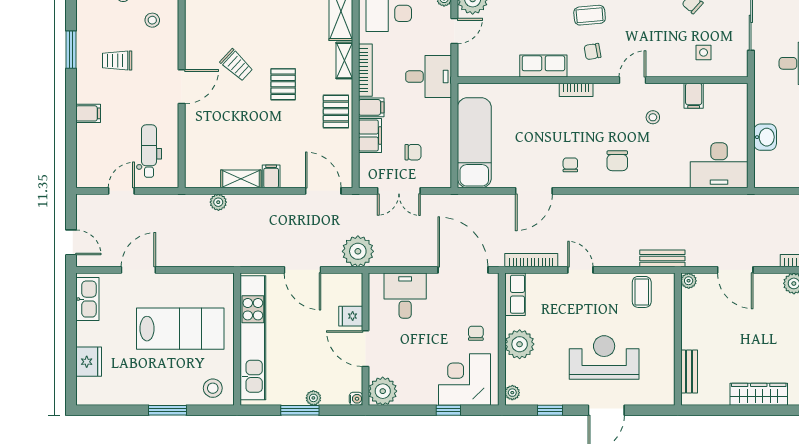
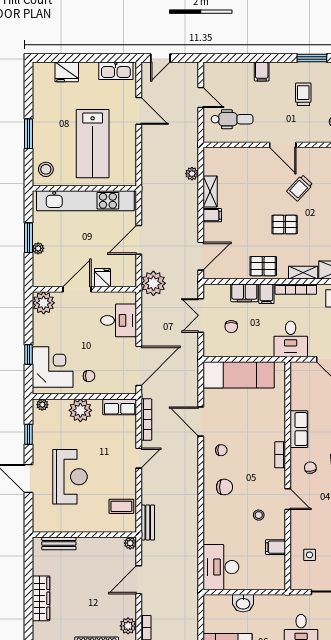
chair: (617, 161) -> (225, 487), turned 180
water cooler: (356, 399) -> (38, 282), removed

